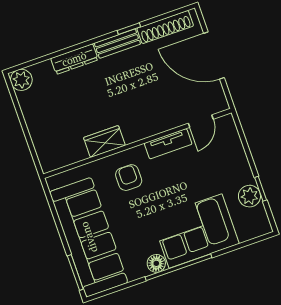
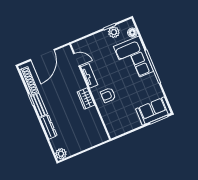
wardrobe: (104, 141) -> (86, 98), moved
sofa: (89, 237) -> (153, 111), width x0.54, depth x0.79
floor lamp: (156, 263) -> (132, 33), moved

